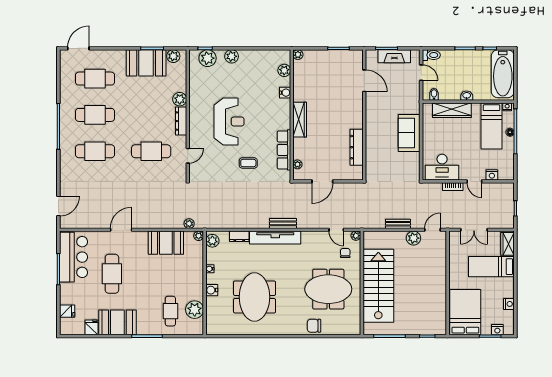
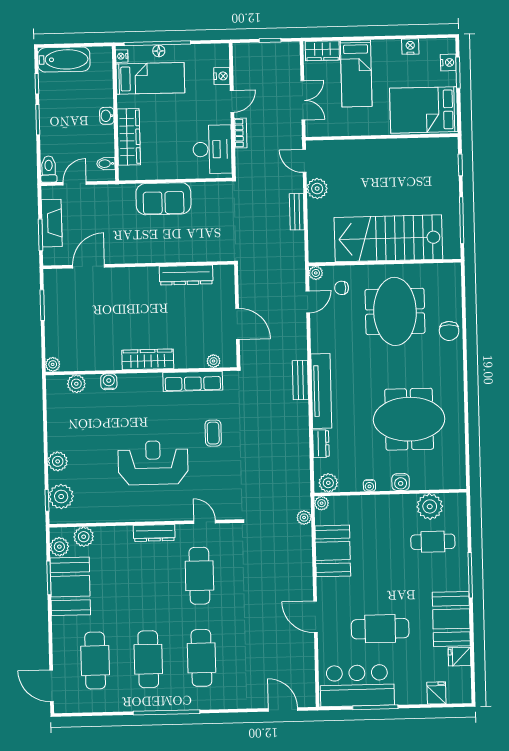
bathtub: (503, 74) -> (64, 59), width x0.73, depth x0.73
plant: (180, 99) -> (84, 537), moved

